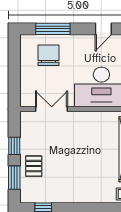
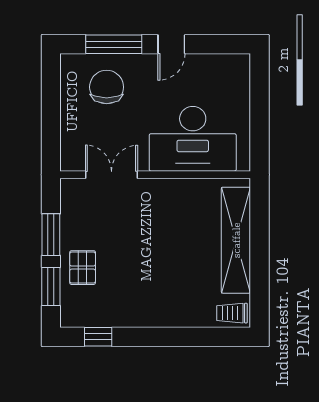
door: (103, 29) -> (171, 44), moved
window: (14, 146) -> (51, 235), width x1.50

